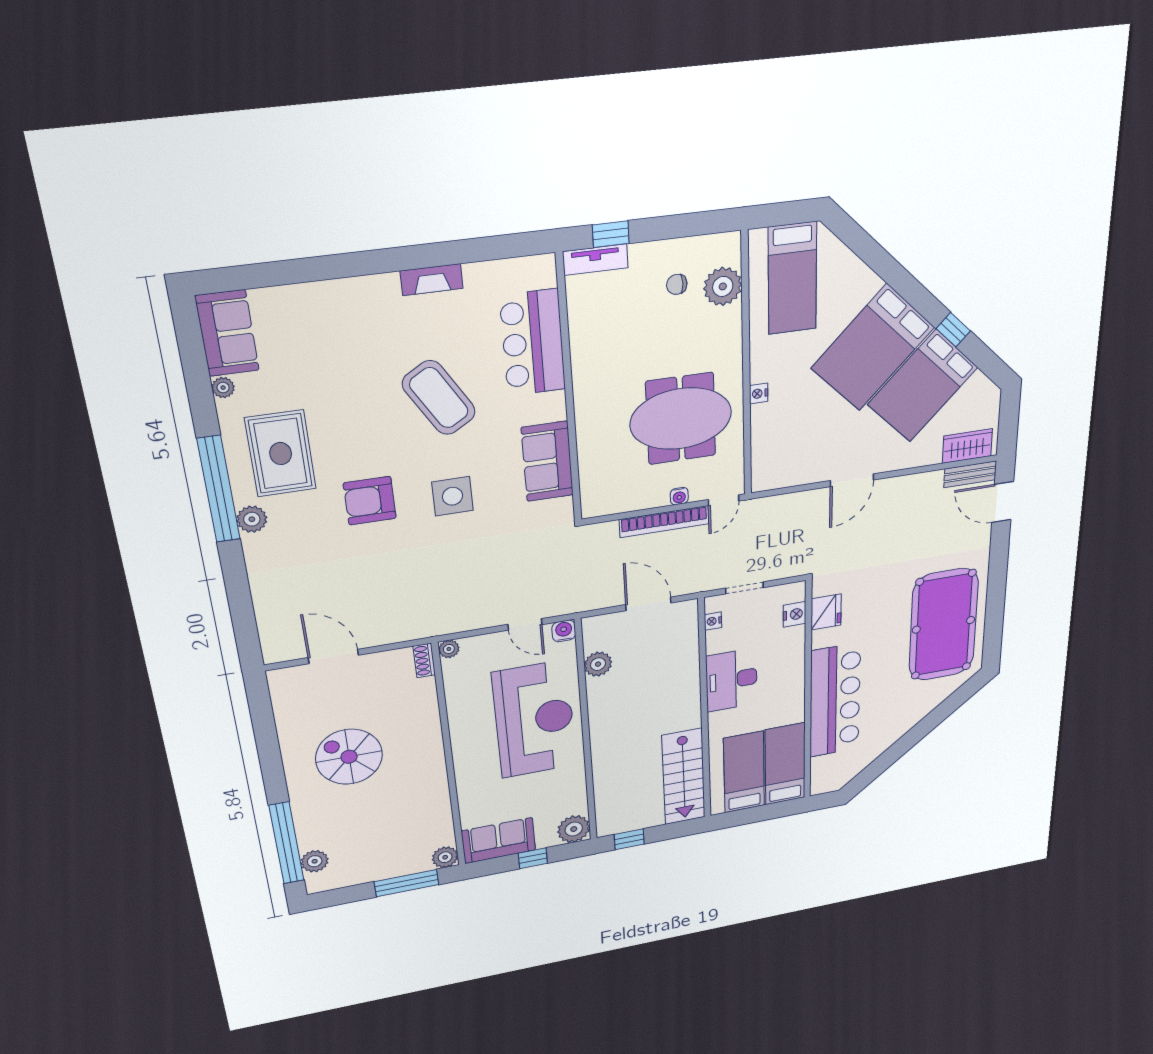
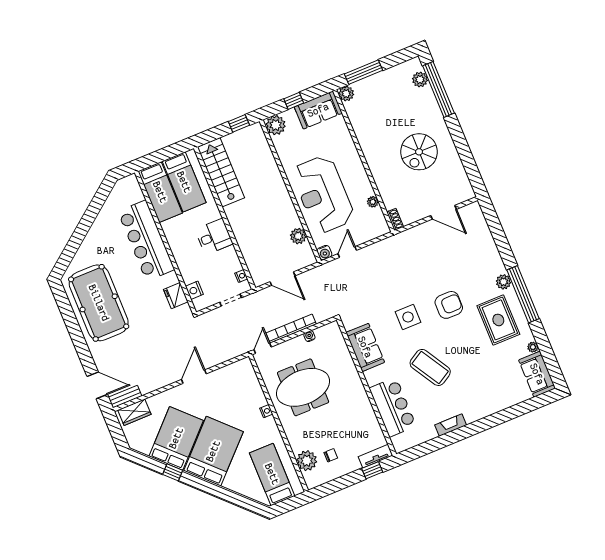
water cooler: (679, 496) -> (309, 336), moved
door: (525, 624) -> (347, 252), hinge flipped
plant: (449, 649) -> (373, 202), moved
desk: (732, 680) -> (214, 237), width x0.73
spiral stairs: (349, 757) -> (419, 152), turned 90

